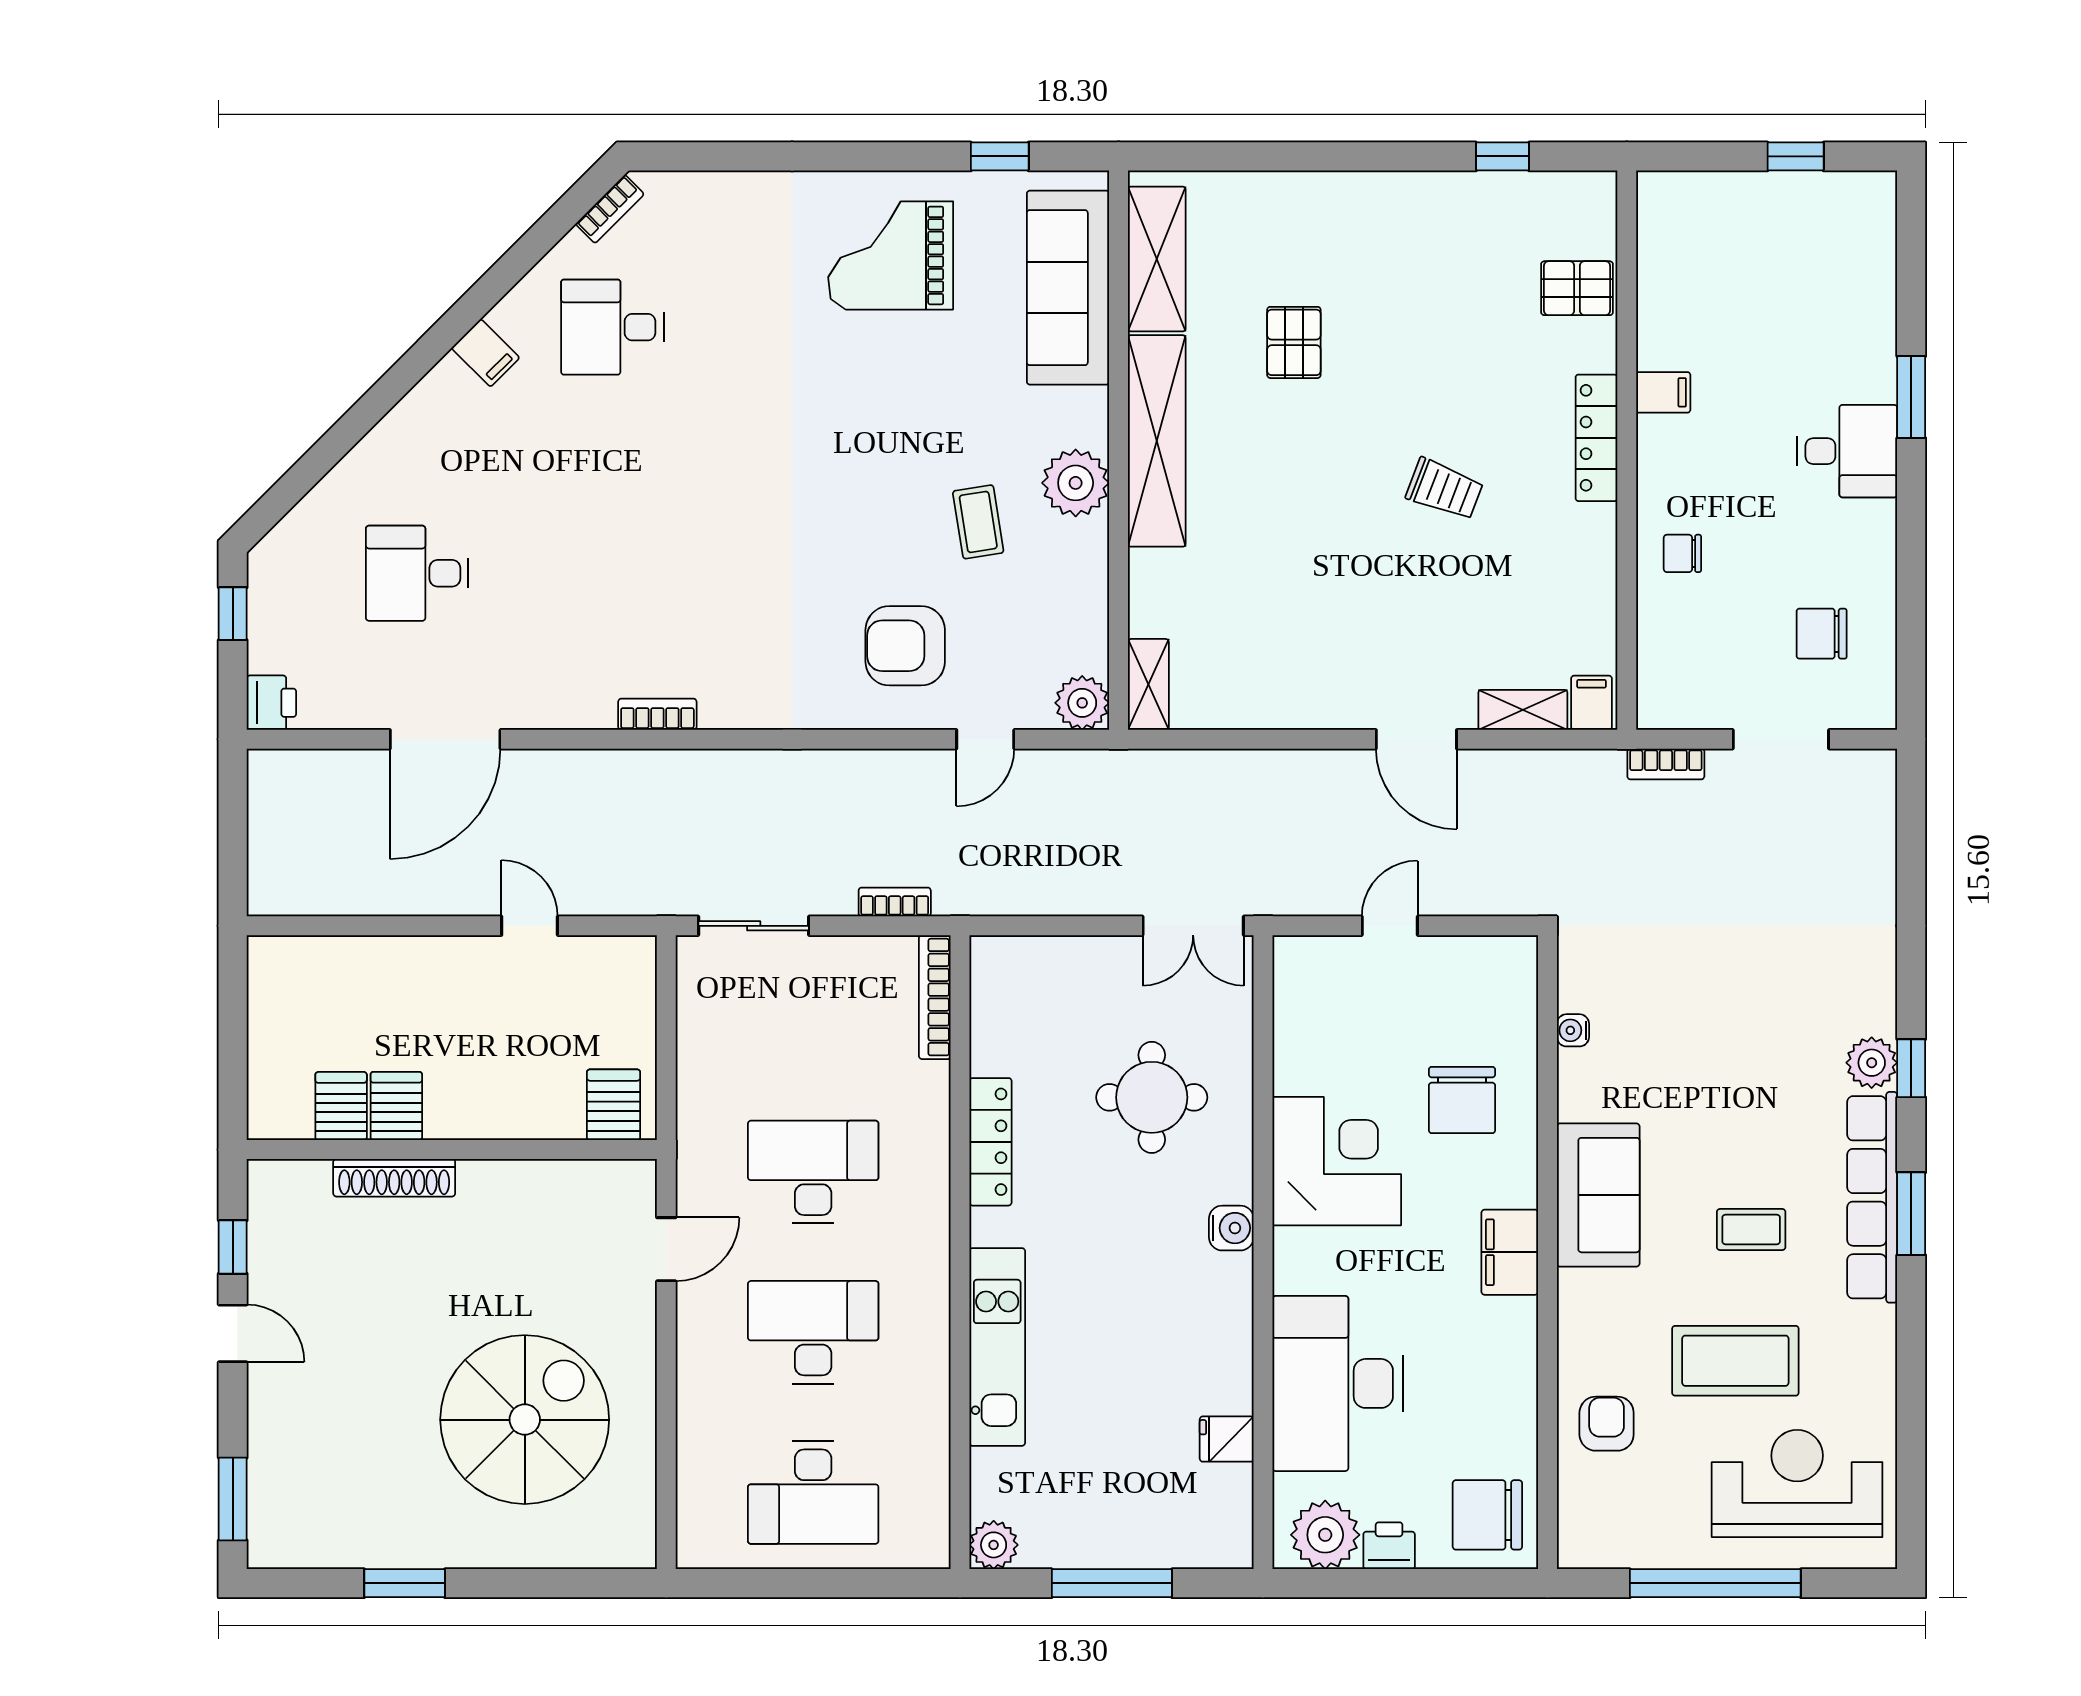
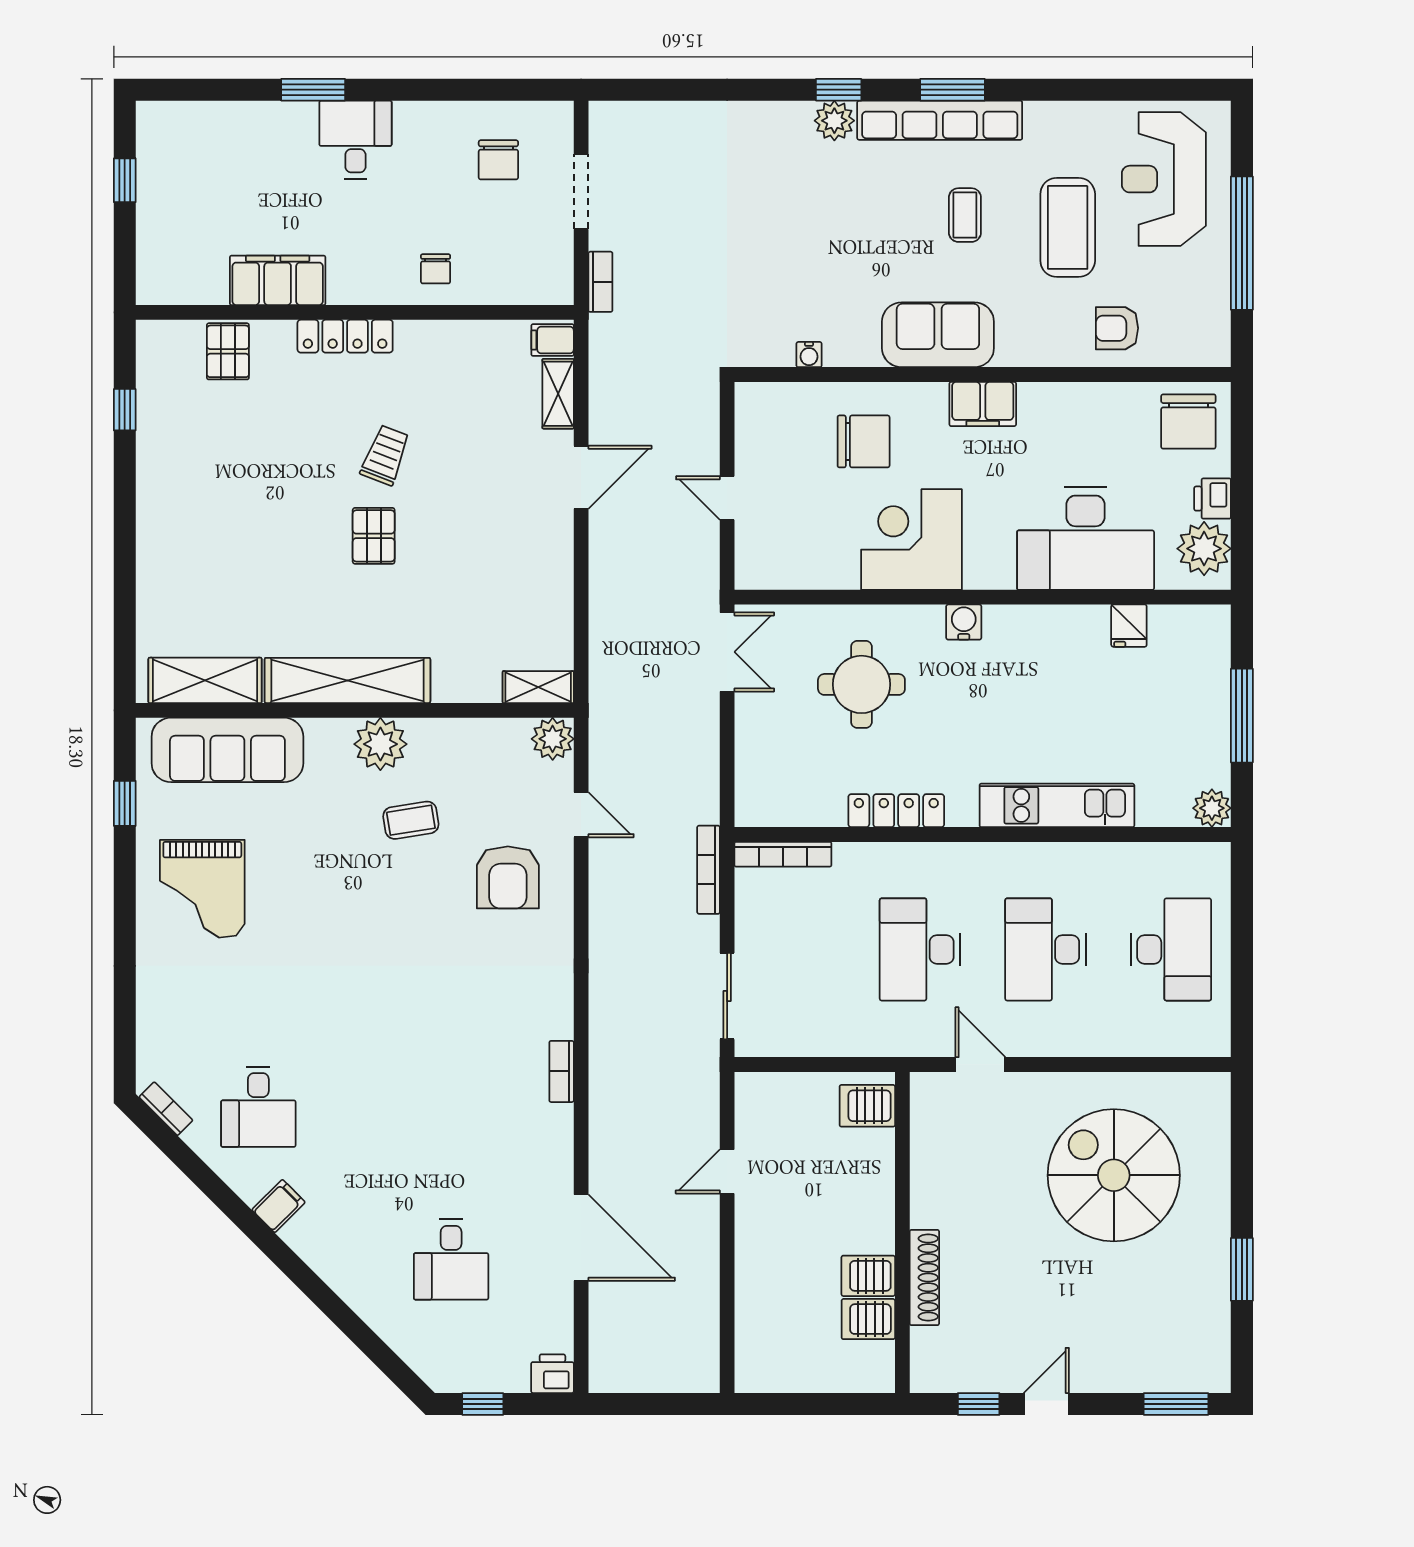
pallet: (1294, 342) -> (374, 536), moved, turned 90
filing cabinet: (1663, 392) -> (278, 280), width x3.00, depth x1.17
bookcase: (895, 902) -> (709, 870), width x1.56

